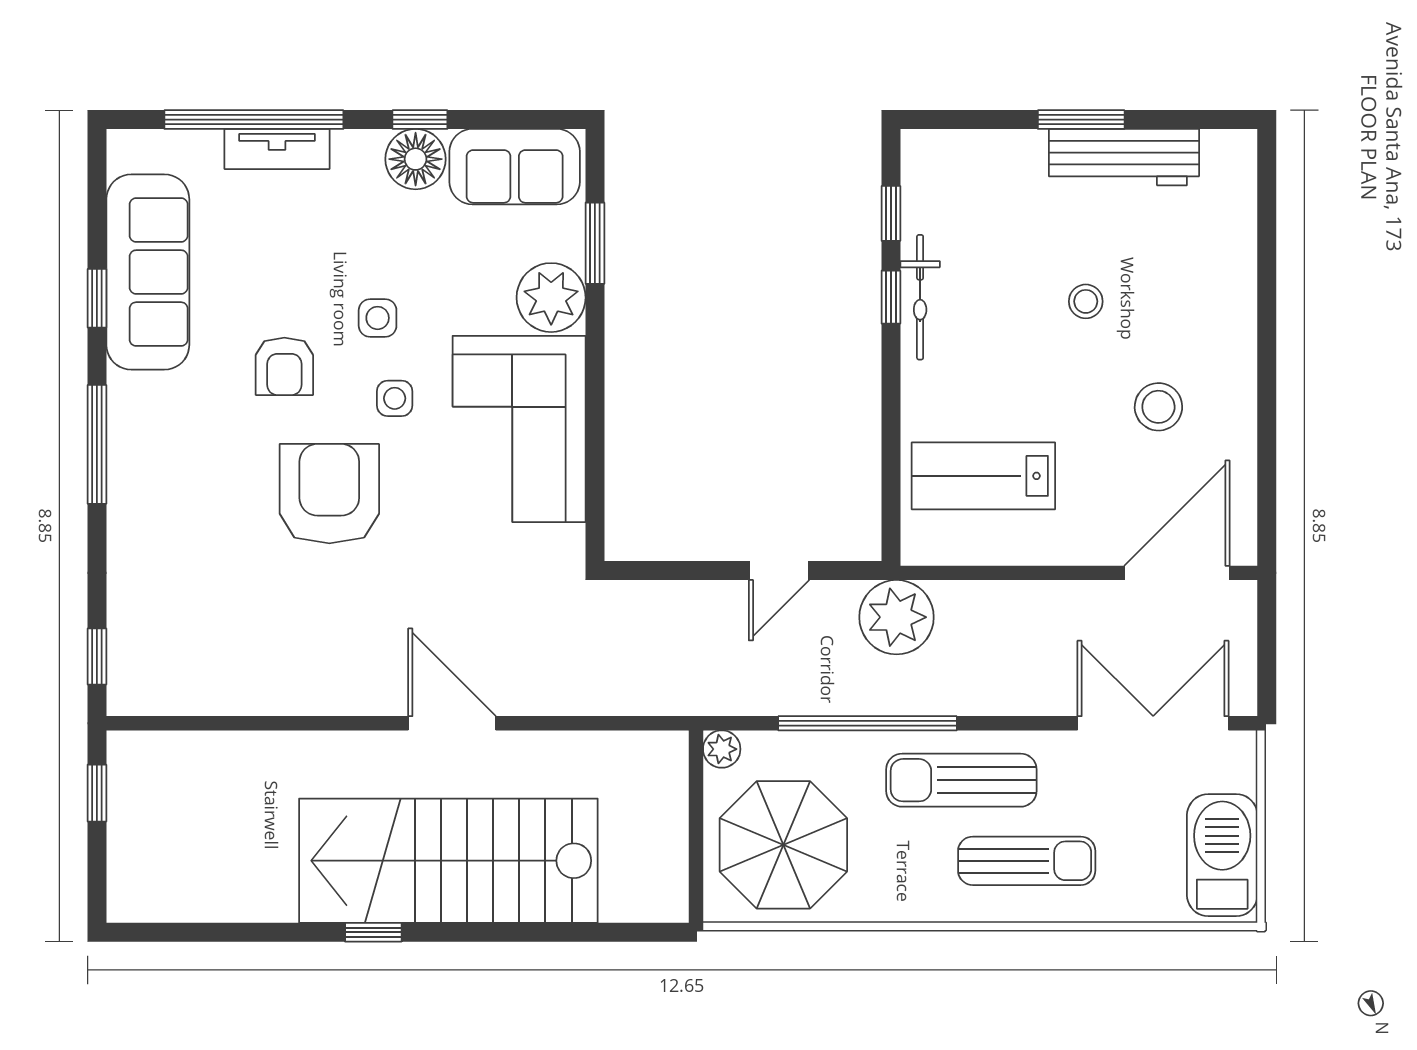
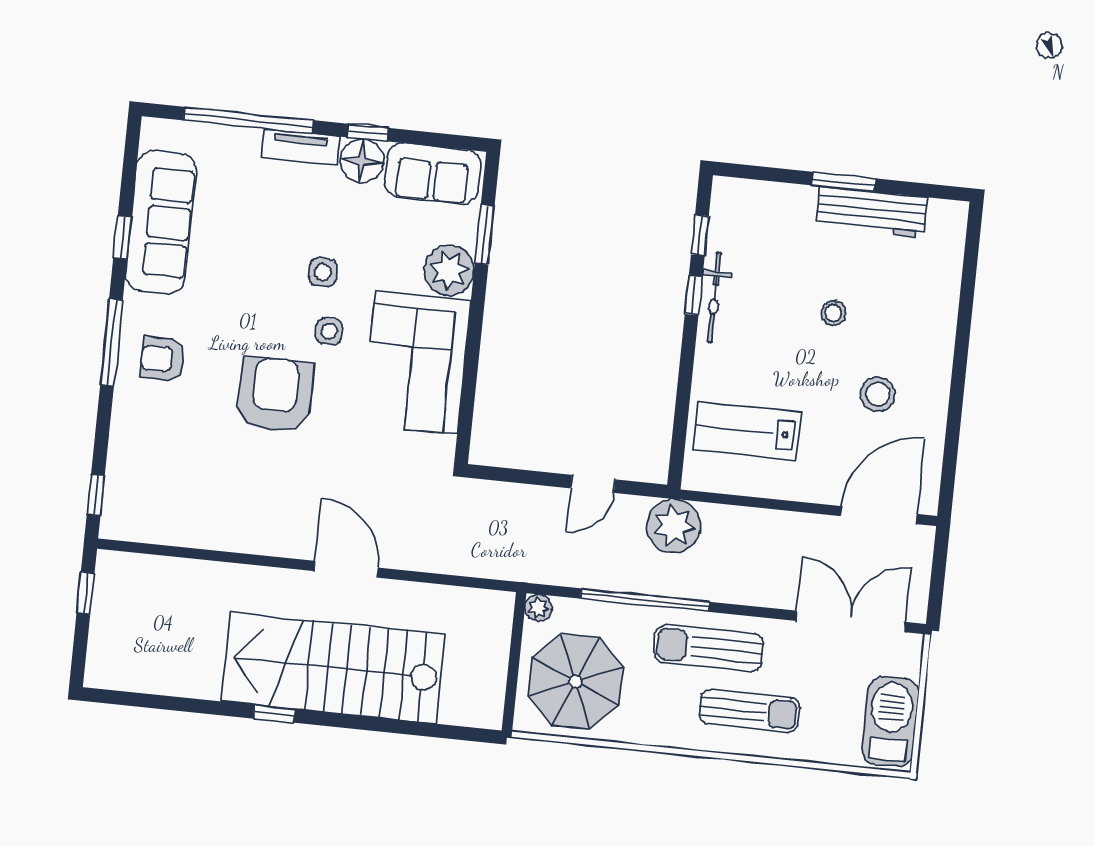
tv unit: (277, 149) -> (300, 147), moved
armchair: (284, 366) -> (163, 359), moved, turned 90

